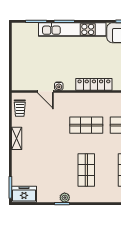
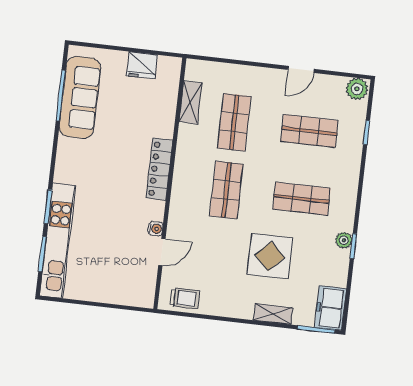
kitchen unit: (72, 29) -> (58, 241), moved
shelving: (17, 138) -> (273, 314), moved
display table: (50, 155) -> (270, 256), added

